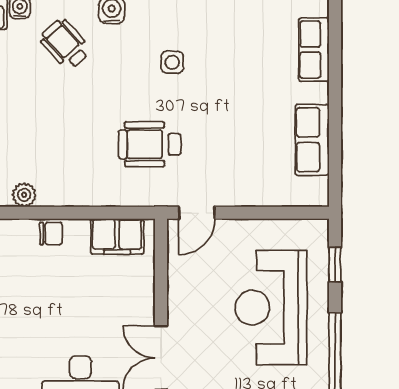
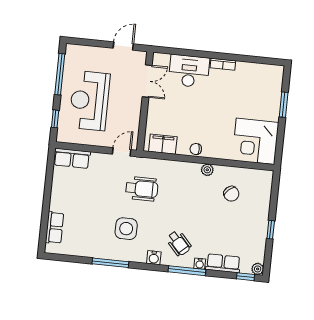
side table: (172, 62) -> (126, 229), width x1.87, depth x1.87
row of seats: (312, 140) -> (72, 158), moved, turned 90
reception desk: (271, 308) -> (89, 101), turned 180

